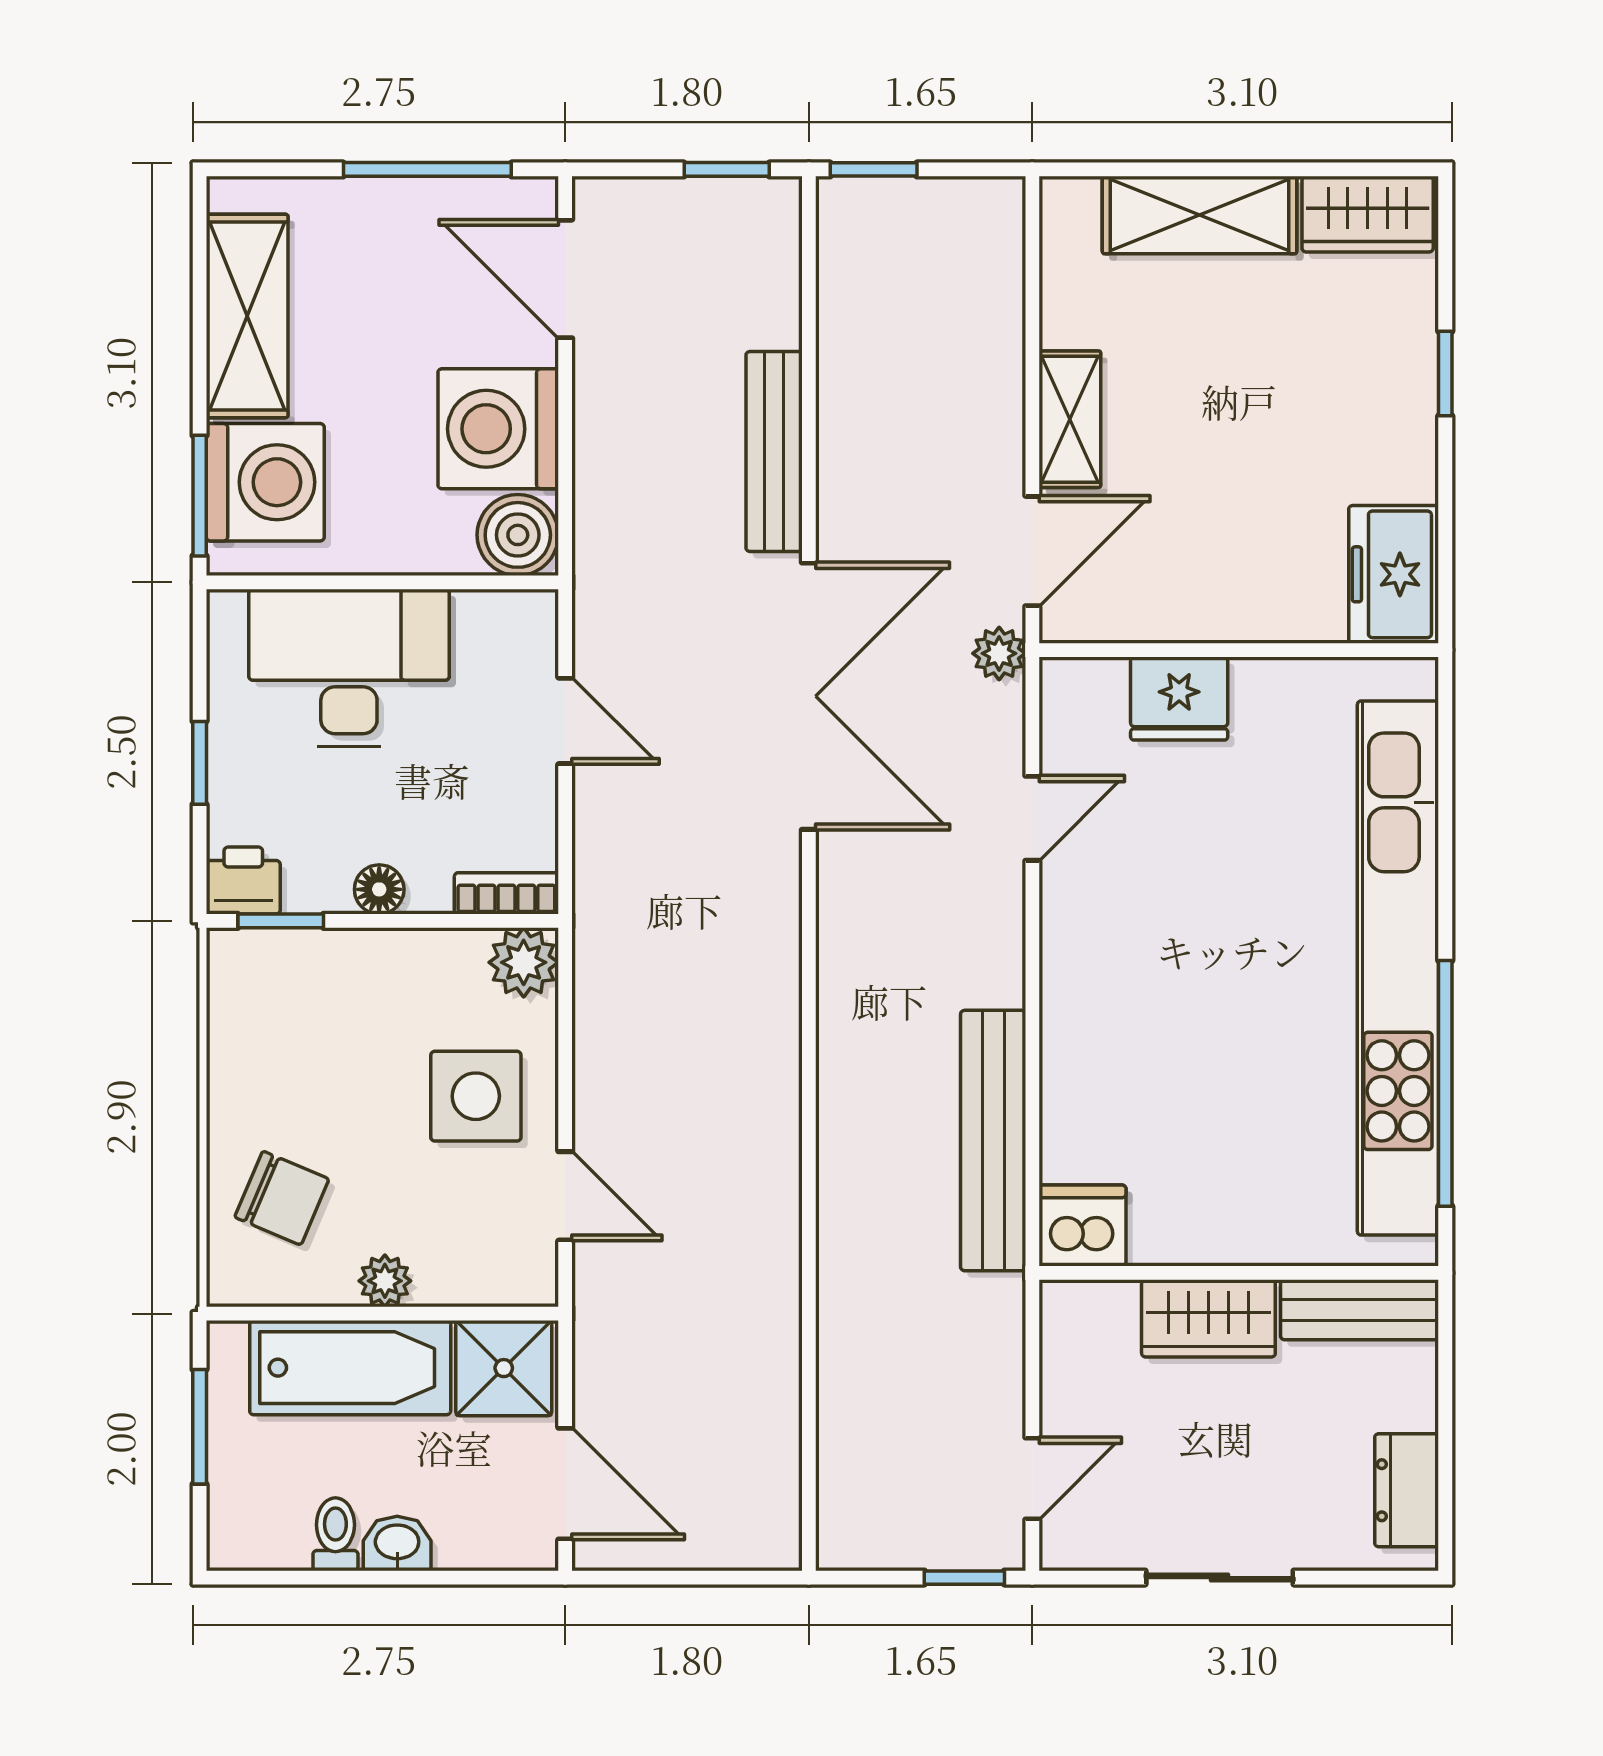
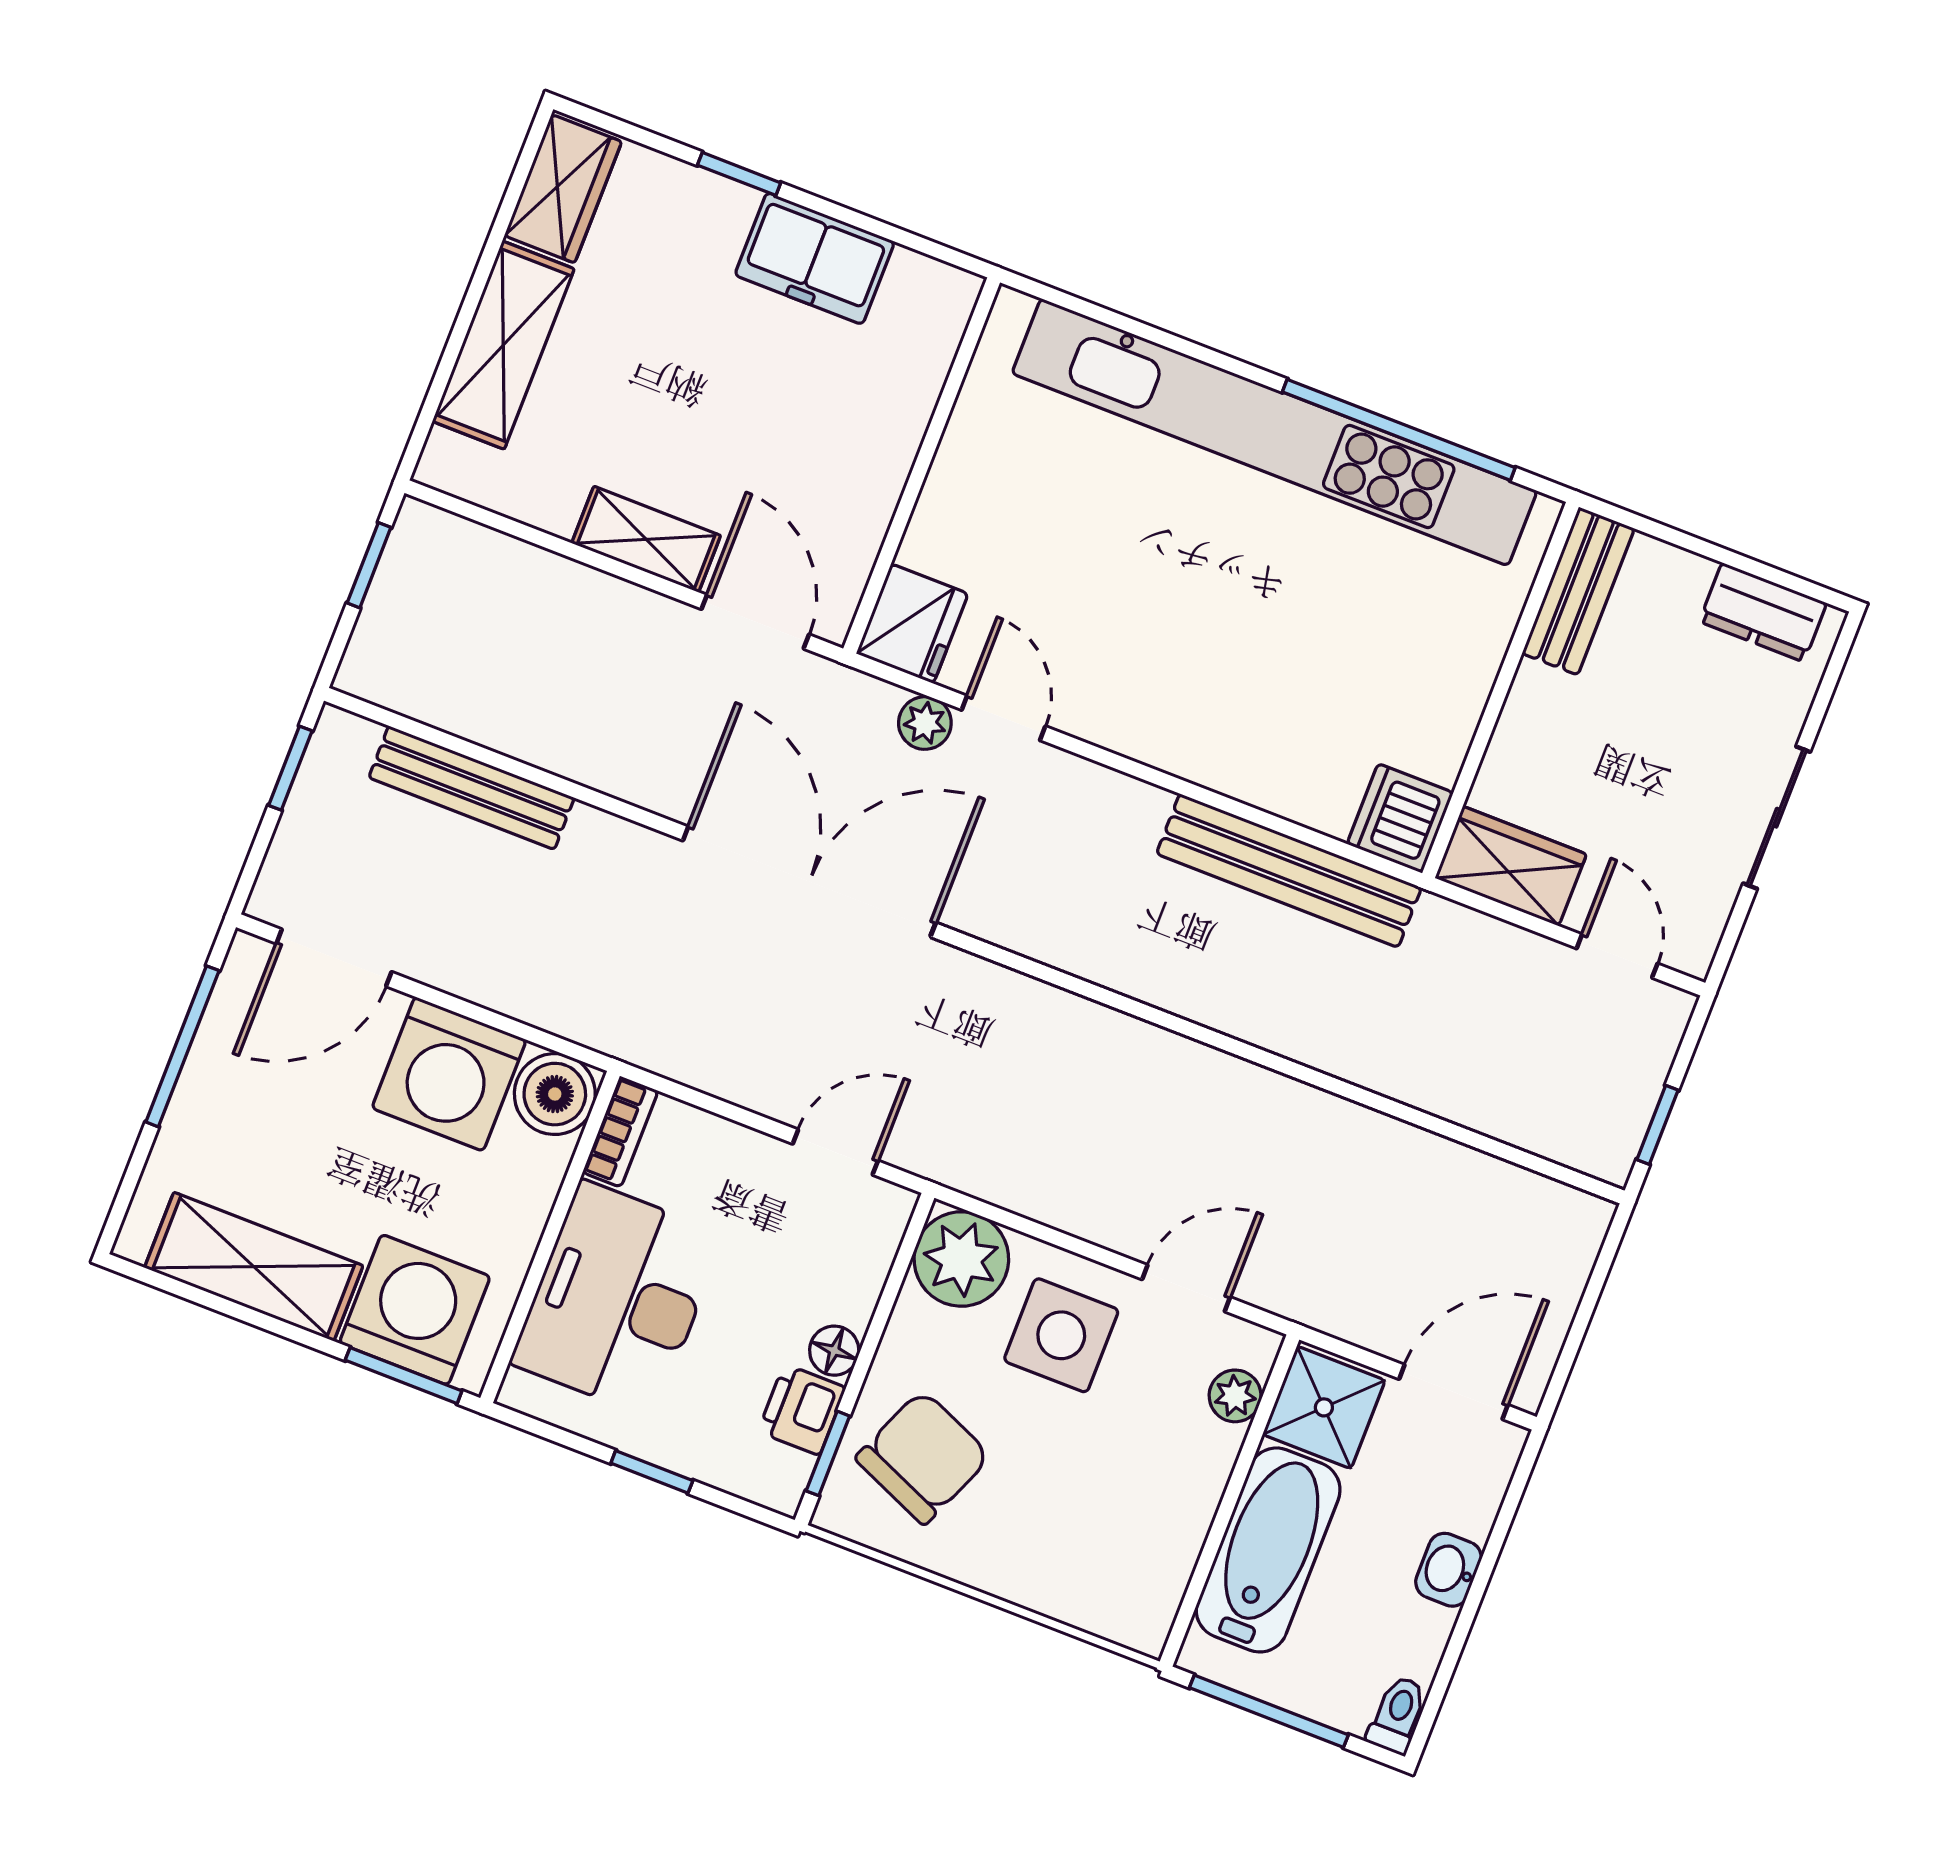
window: (874, 169) -> (369, 565), moved
bench: (774, 452) -> (472, 788), moved
freezer: (1394, 574) -> (815, 258), moved
plant: (999, 653) -> (925, 723), moved
fridge: (1179, 699) -> (912, 624), moved
door: (565, 721) -> (835, 1152), moved
printer: (243, 881) -> (802, 1410), moved
bookcase: (506, 893) -> (620, 1132), moved, turned 180
plant: (524, 962) -> (961, 1259), width x1.36, depth x1.36
chair: (282, 1198) -> (923, 1457), moved, width x1.37, depth x1.37
plant: (385, 1281) -> (1235, 1396), moved
wardrobe: (1208, 1318) -> (1511, 866), moved, turned -90
window: (200, 1427) -> (1269, 1711), width x1.44
toilet: (335, 1534) -> (1397, 1715), moved, turned 90
window: (964, 1578) -> (1657, 1125), moved

